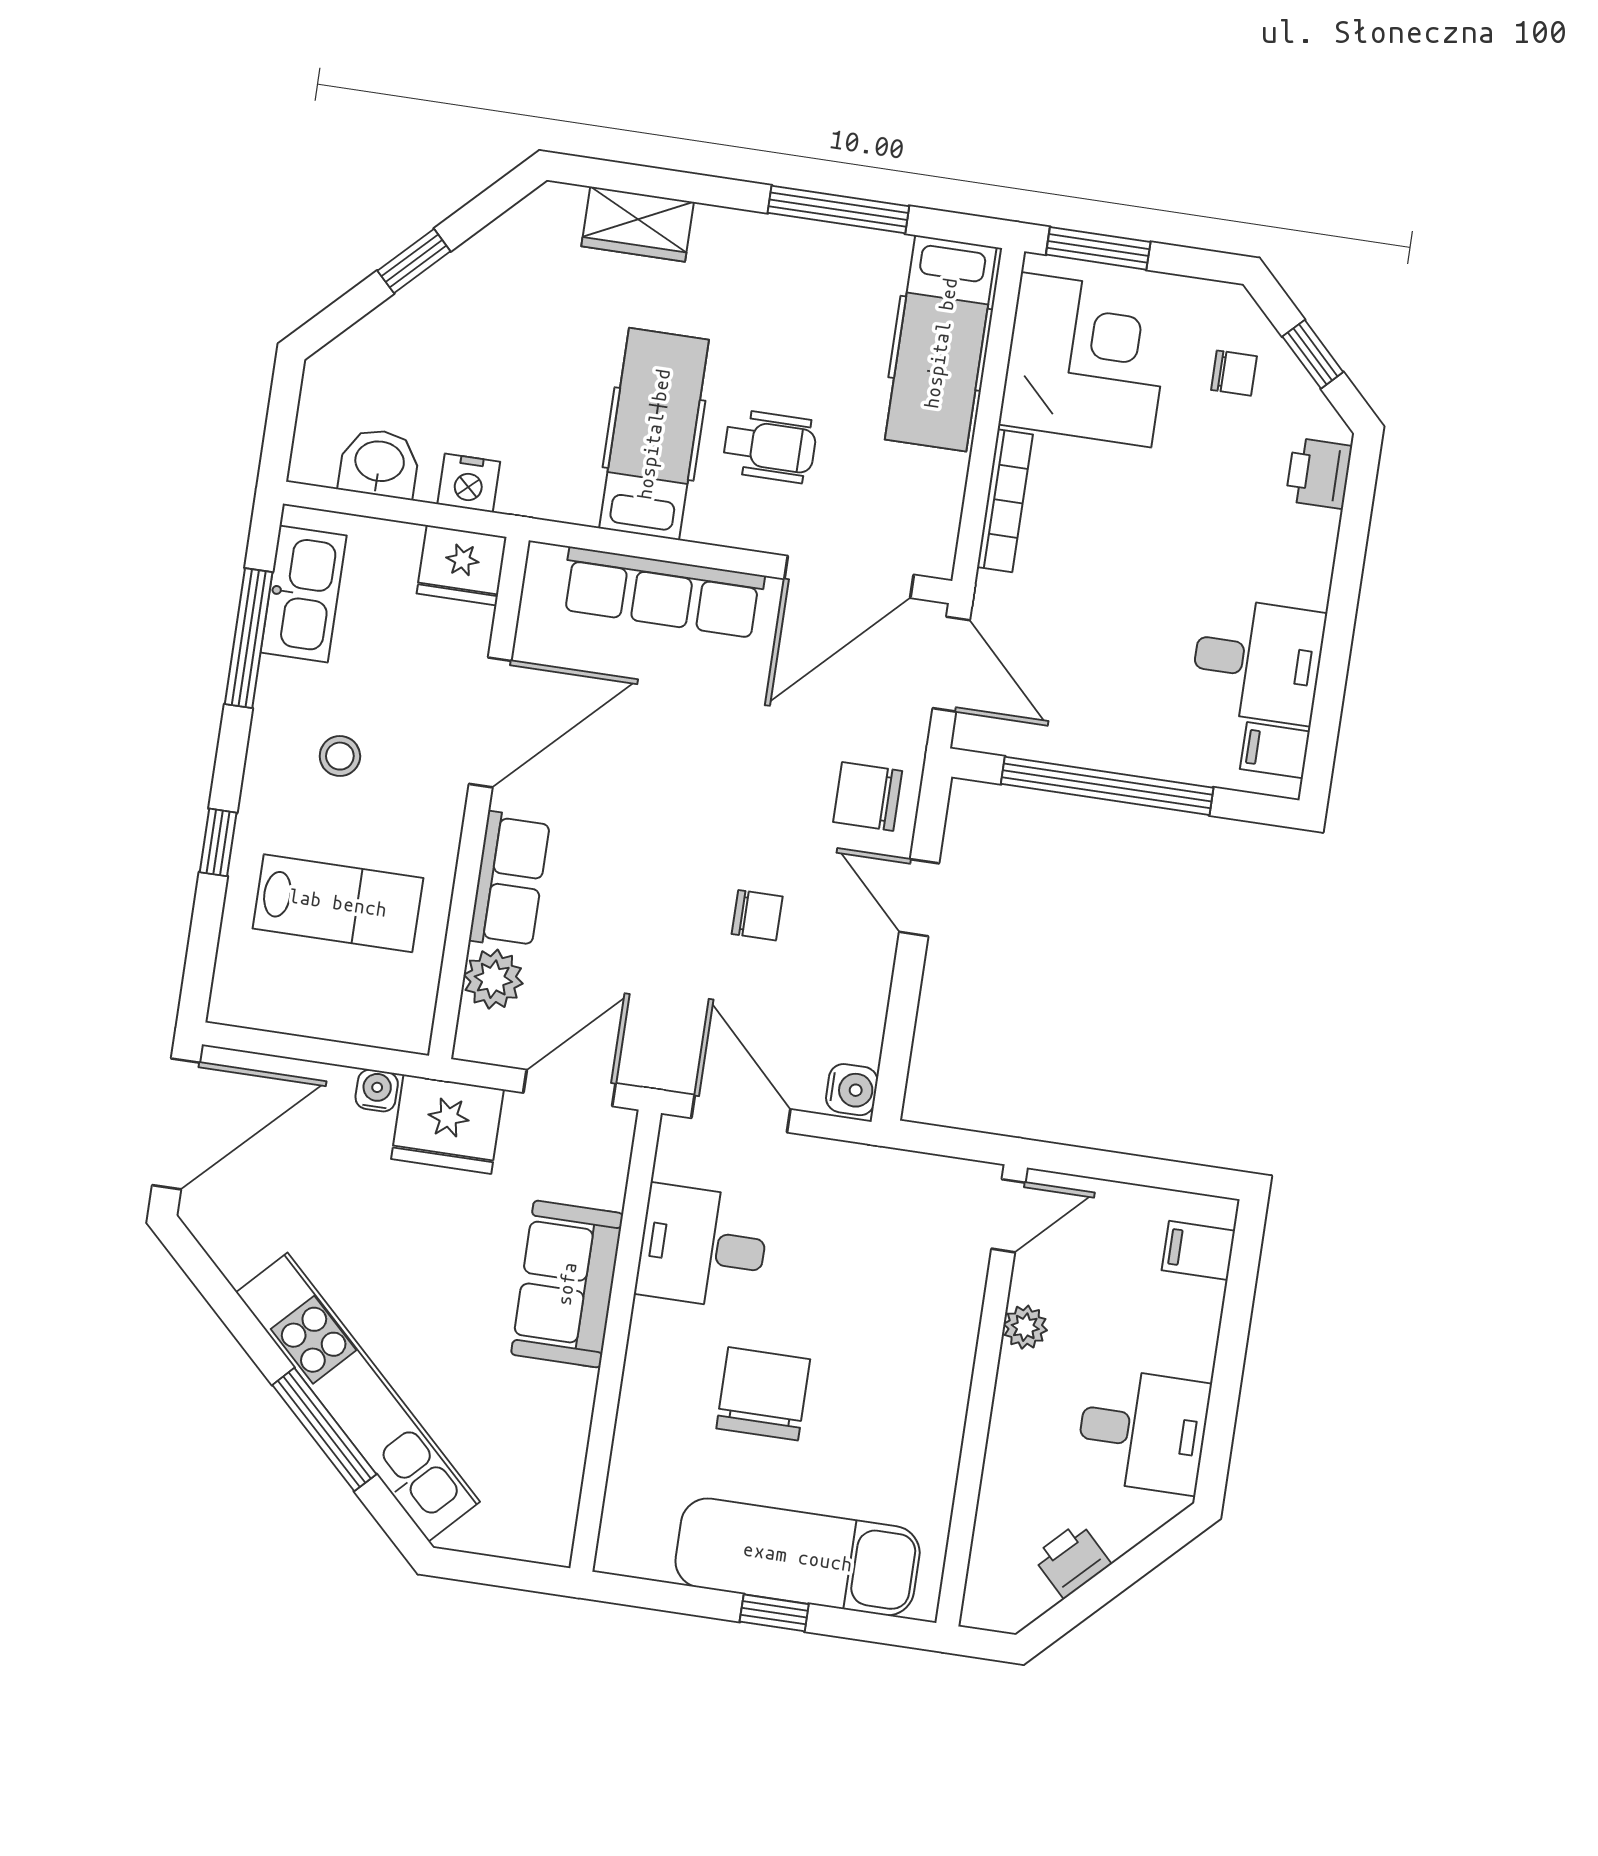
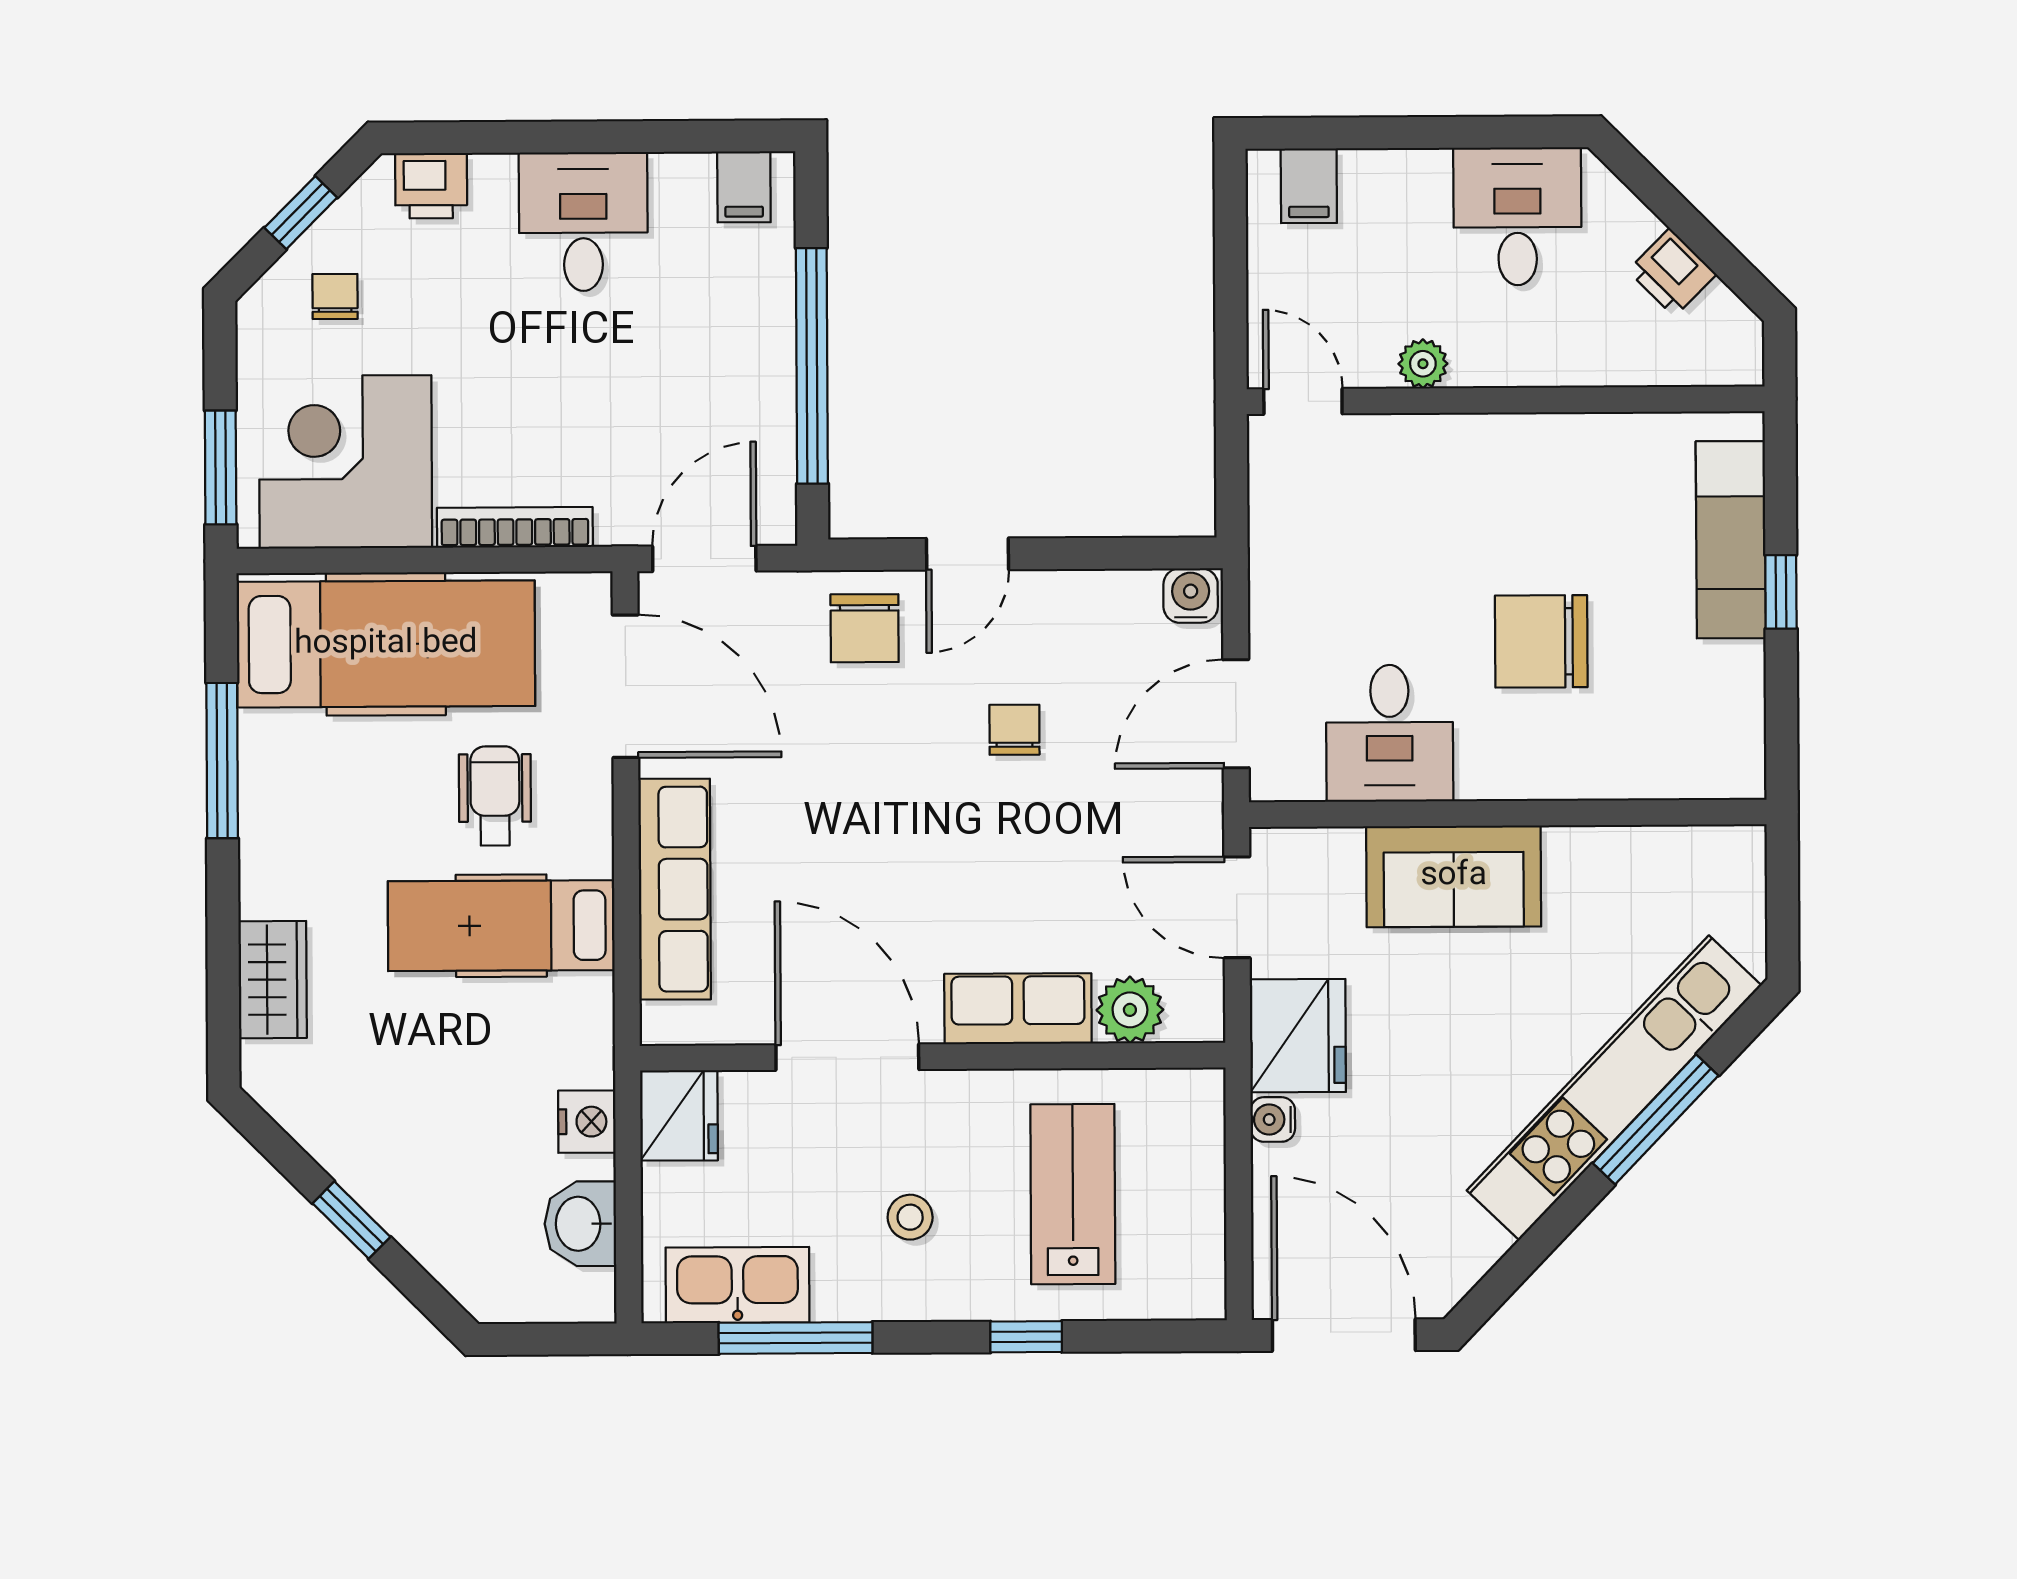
hospital bed: (941, 343) -> (386, 644), width x1.37, depth x1.29
desk: (1258, 661) -> (583, 222), moved
exam couch: (798, 1557) -> (1731, 540), width x0.73, depth x0.69

